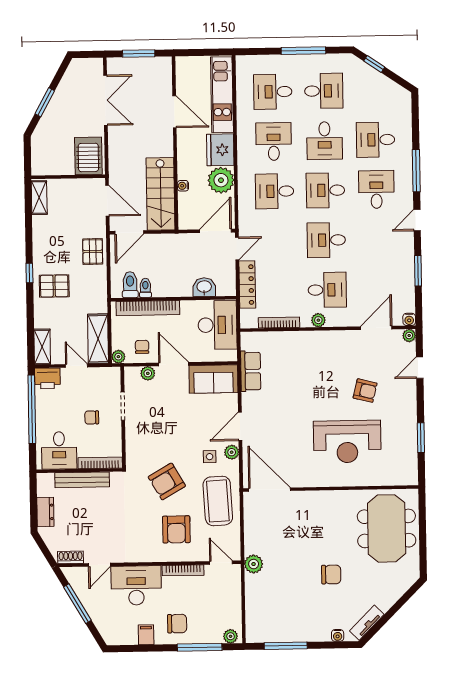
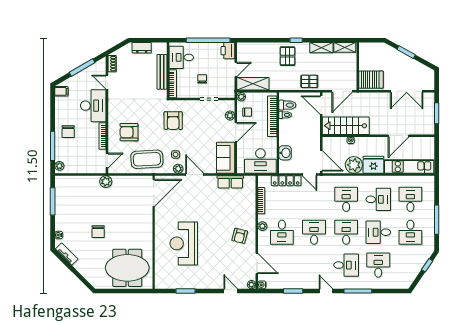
shelving: (42, 347) -> (321, 48), moved
armchair: (365, 391) -> (240, 236), moved
armchair: (167, 481) -> (173, 121), moved, turned -150
filing cabinet: (146, 635) -> (61, 91), moved

